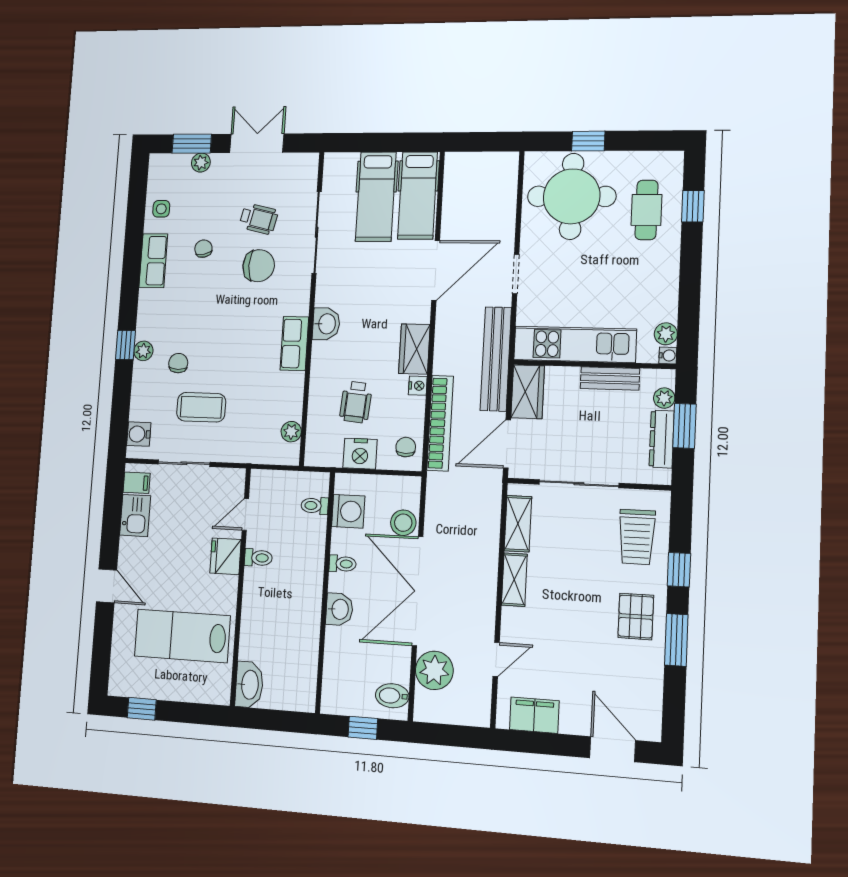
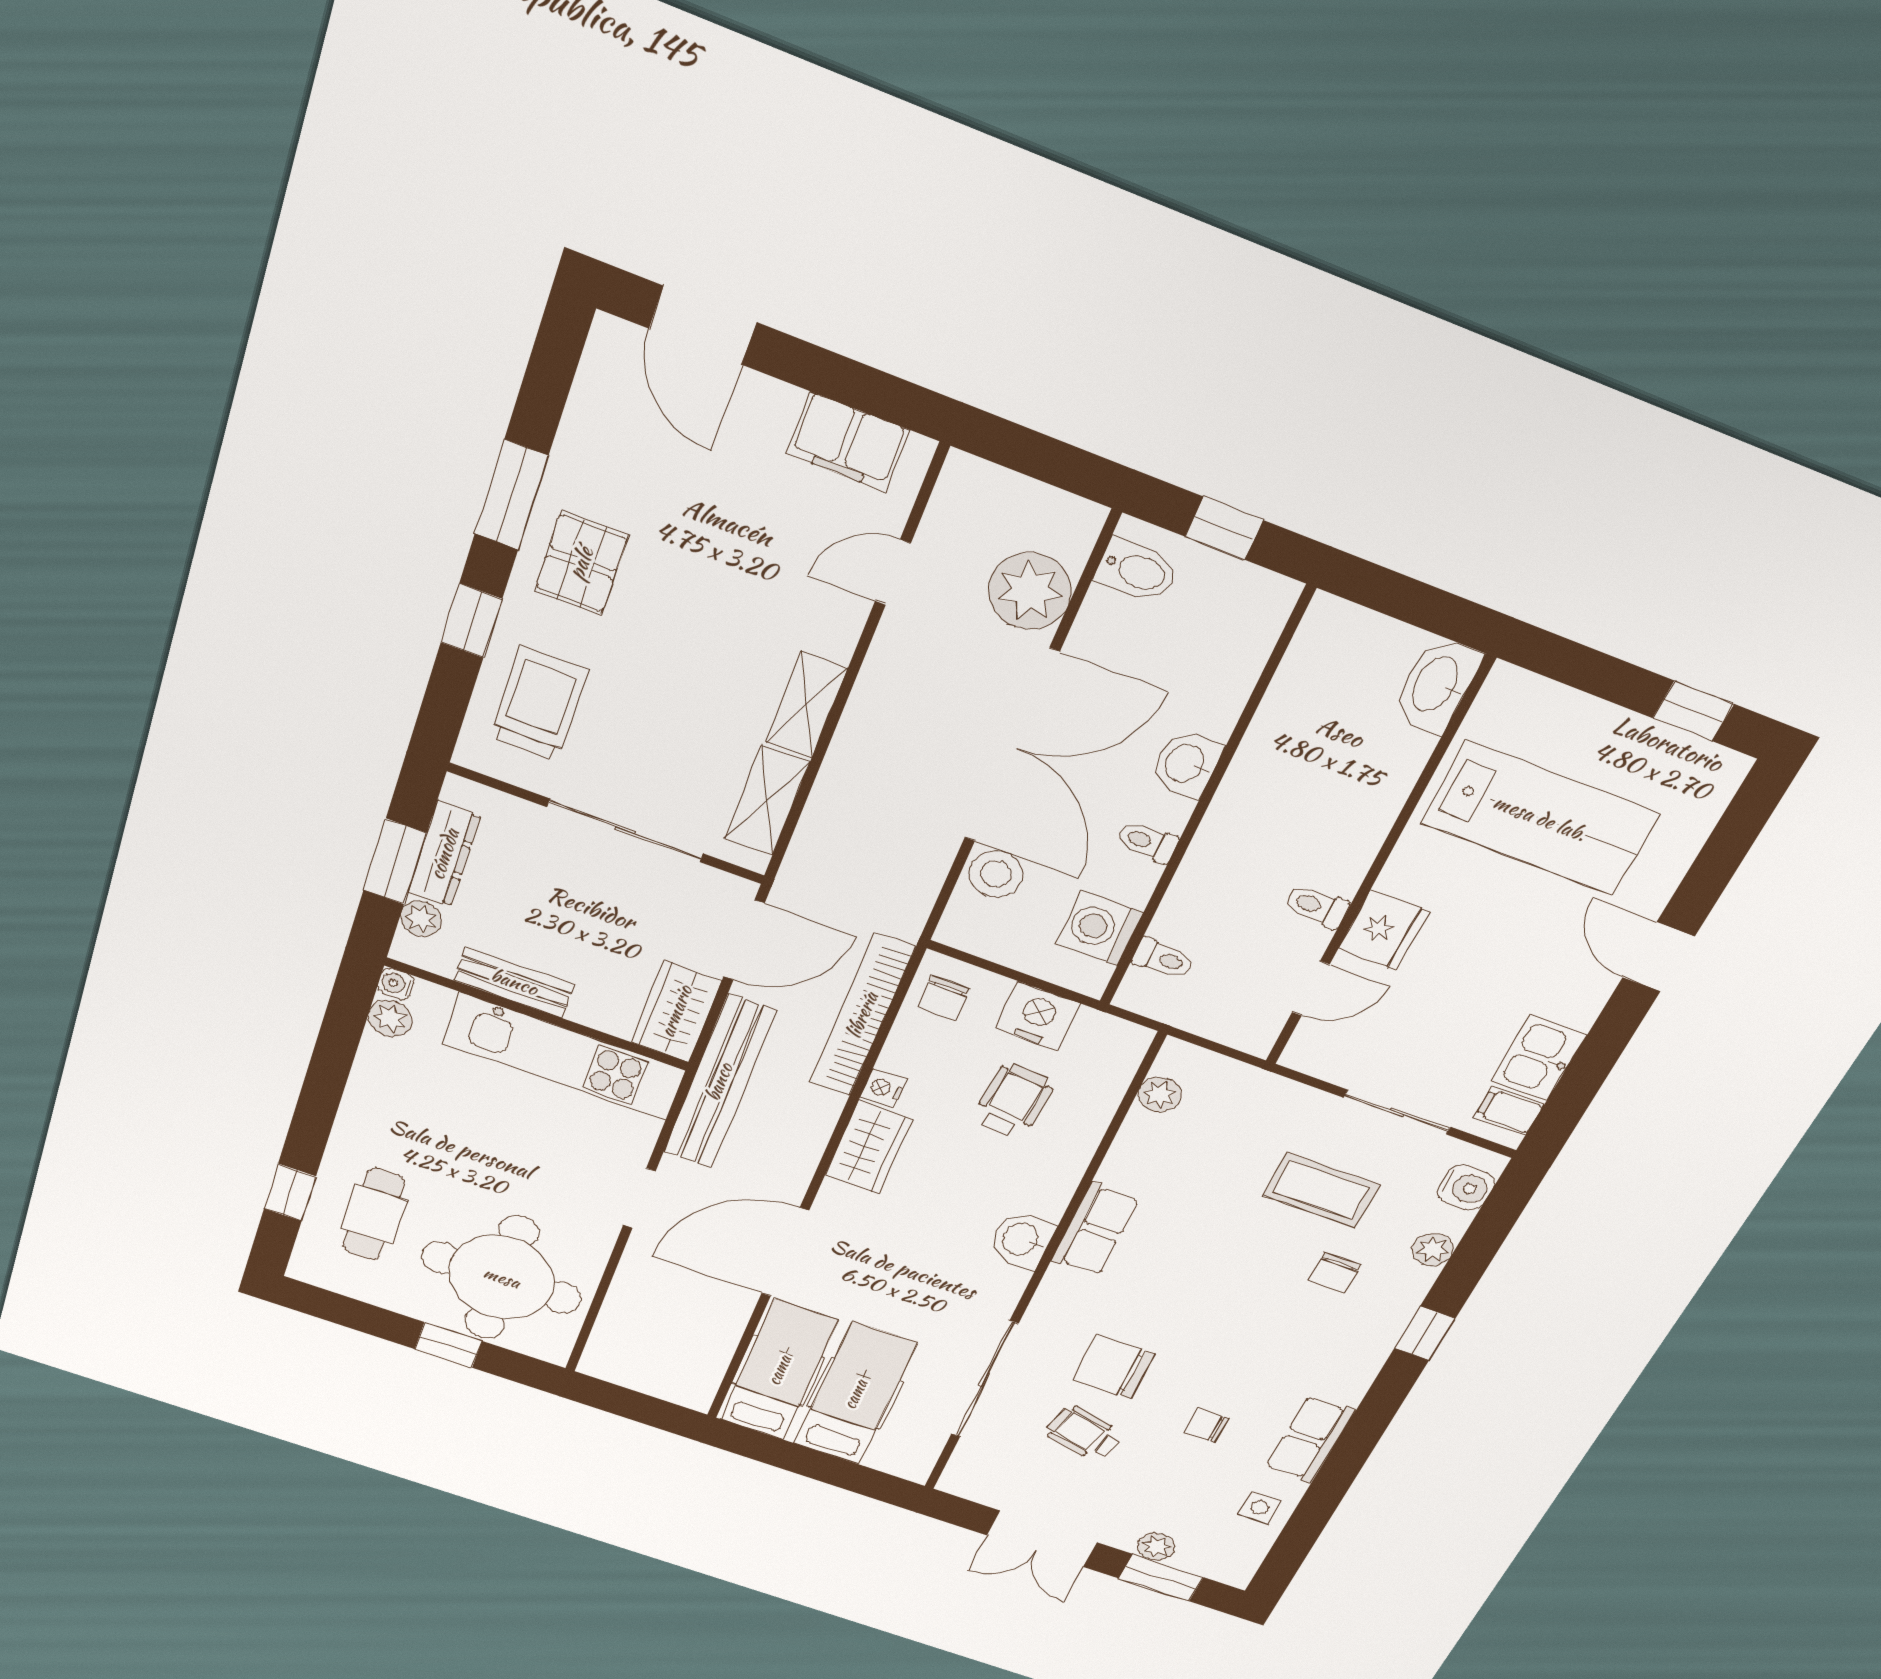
chair: (203, 249) -> (1207, 1425), turned 102
plant: (143, 351) -> (1433, 1250), moved

